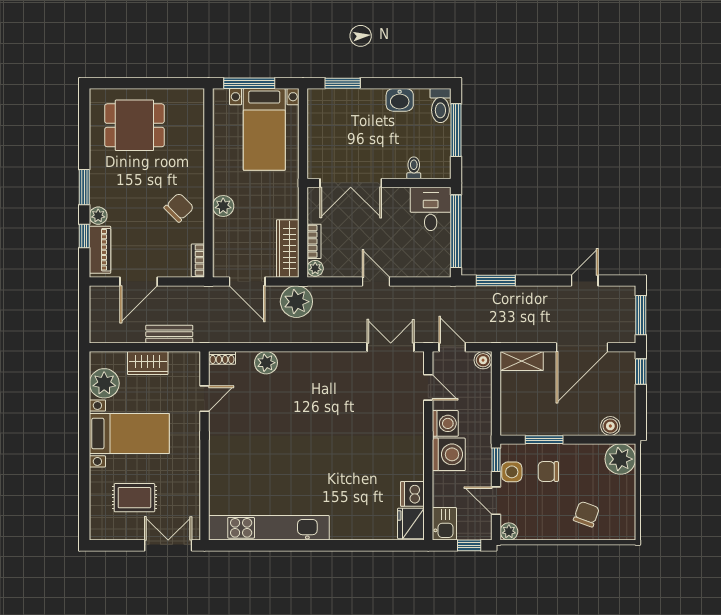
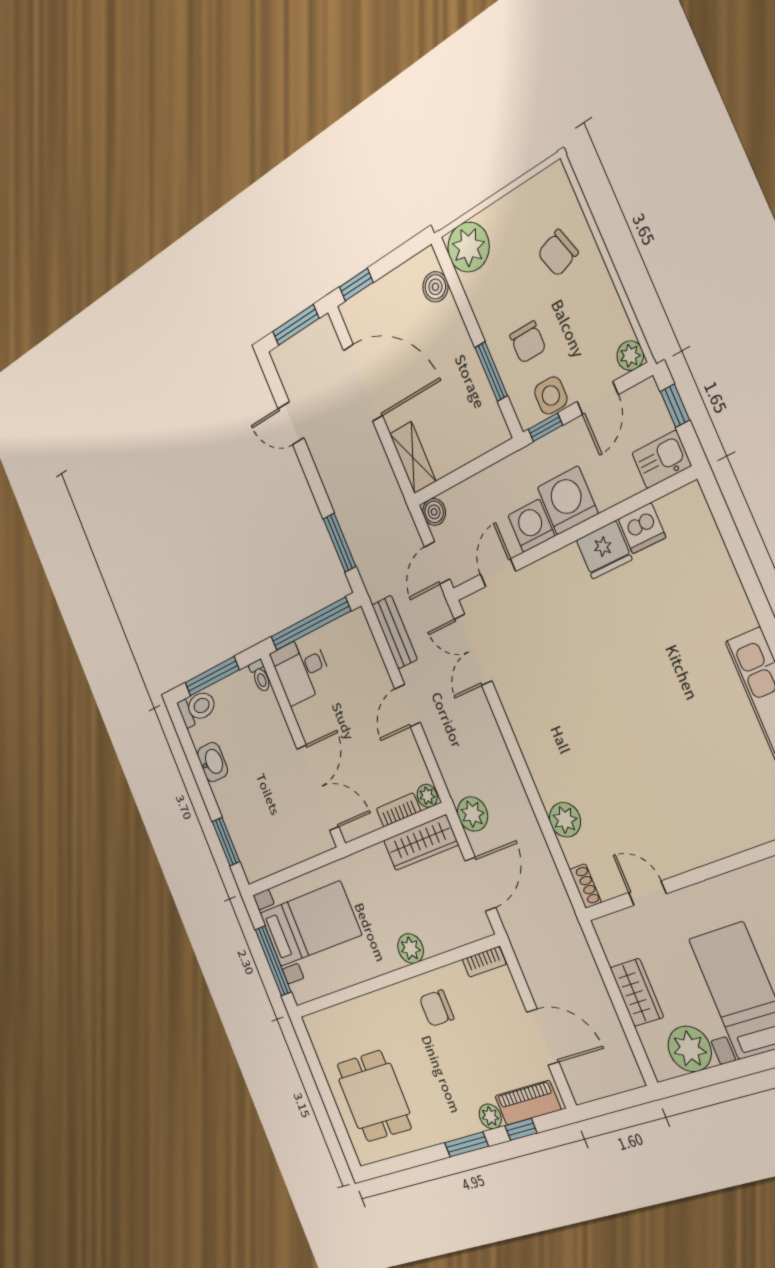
toilet: (414, 168) -> (260, 676), moved, turned -90
chair: (179, 208) -> (437, 1008), turned -45
plant: (296, 302) -> (473, 814), width x0.73, depth x0.73
bench: (169, 334) -> (395, 632), moved
chair: (586, 514) -> (558, 253), turned -38
fridge: (411, 523) -> (604, 550), moved

